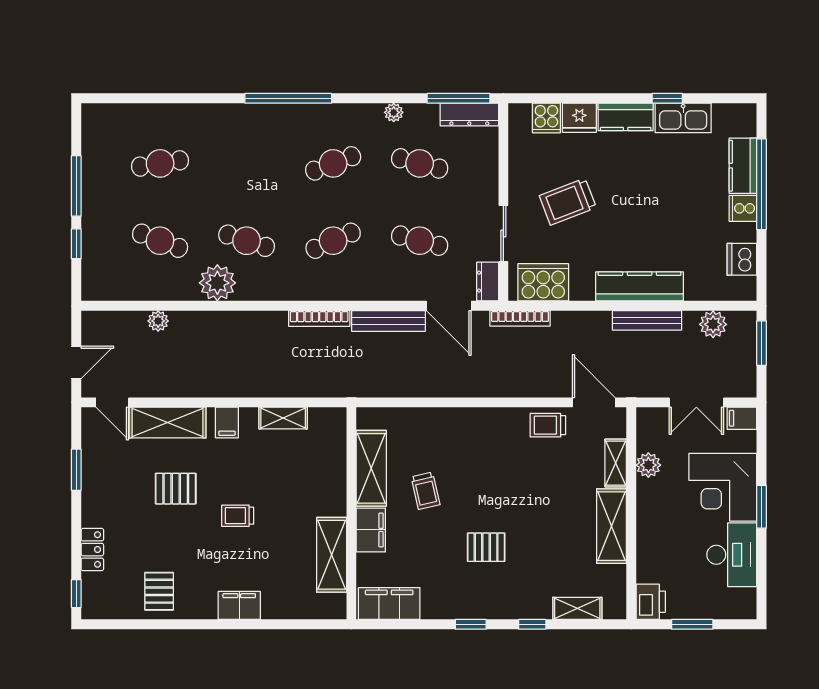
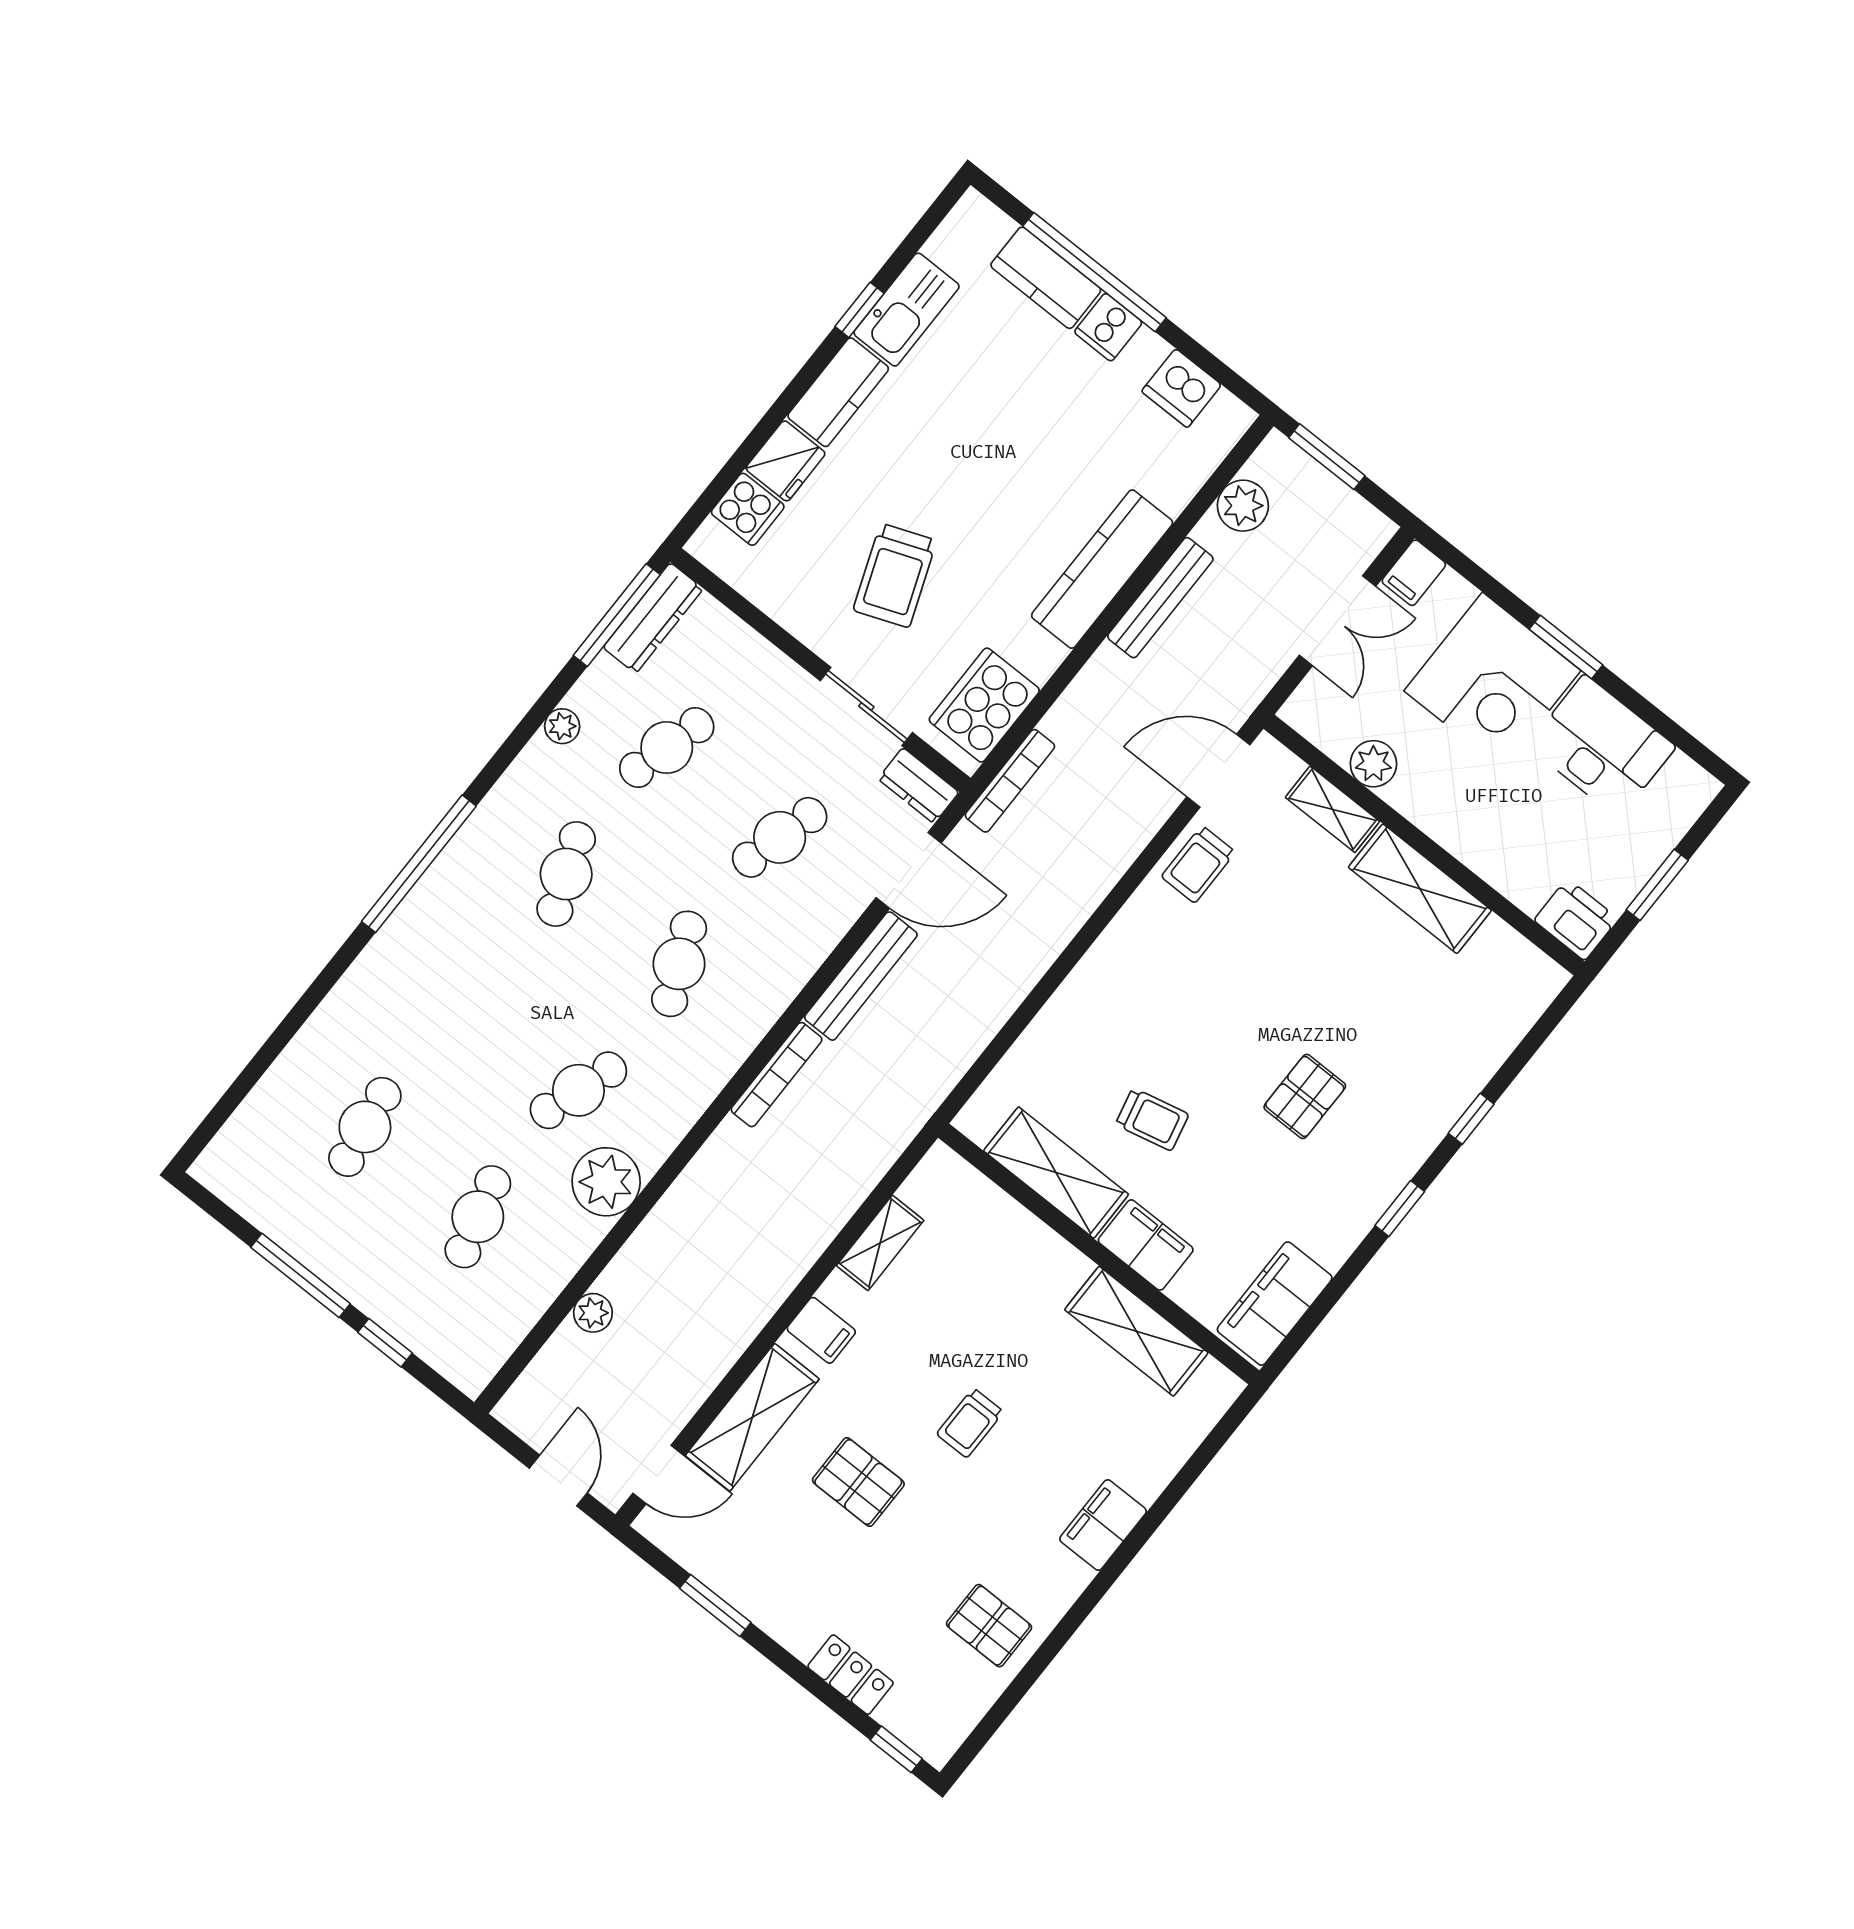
cafe table: (160, 241) -> (478, 1217), turned -36
pallet: (176, 489) -> (858, 1482), turned 90
shelving: (577, 608) -> (1500, 1034), removed

